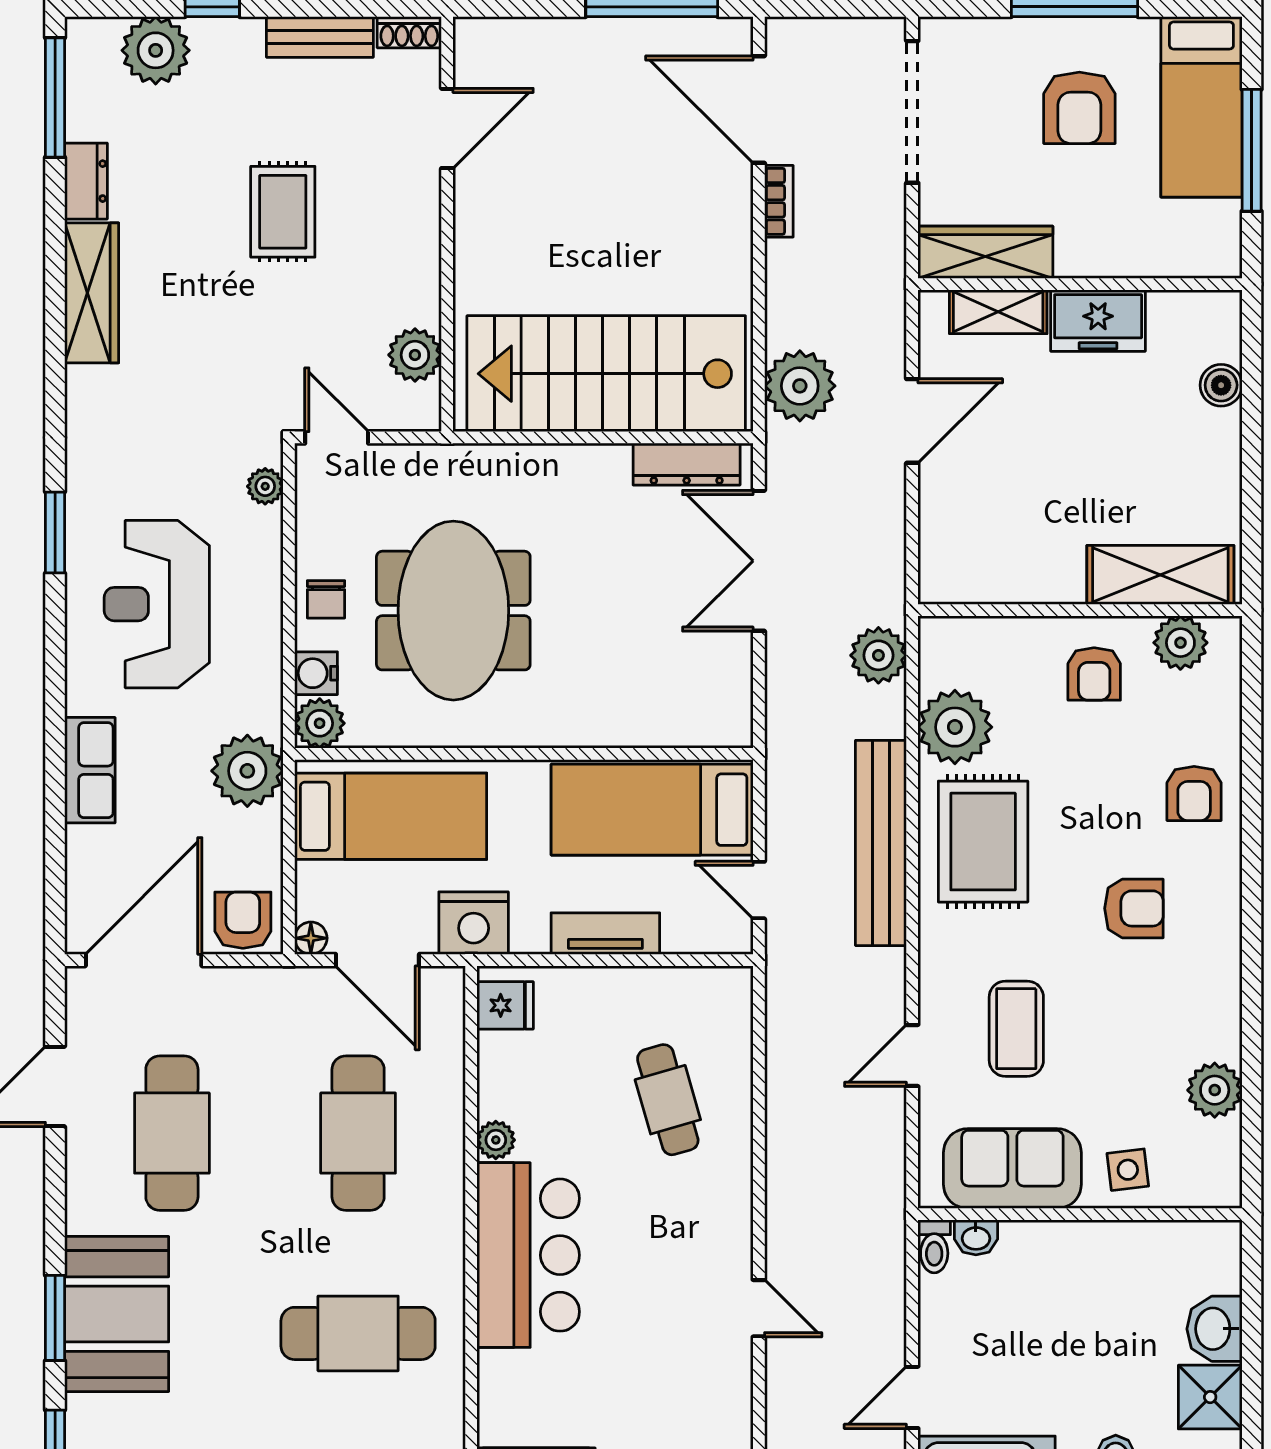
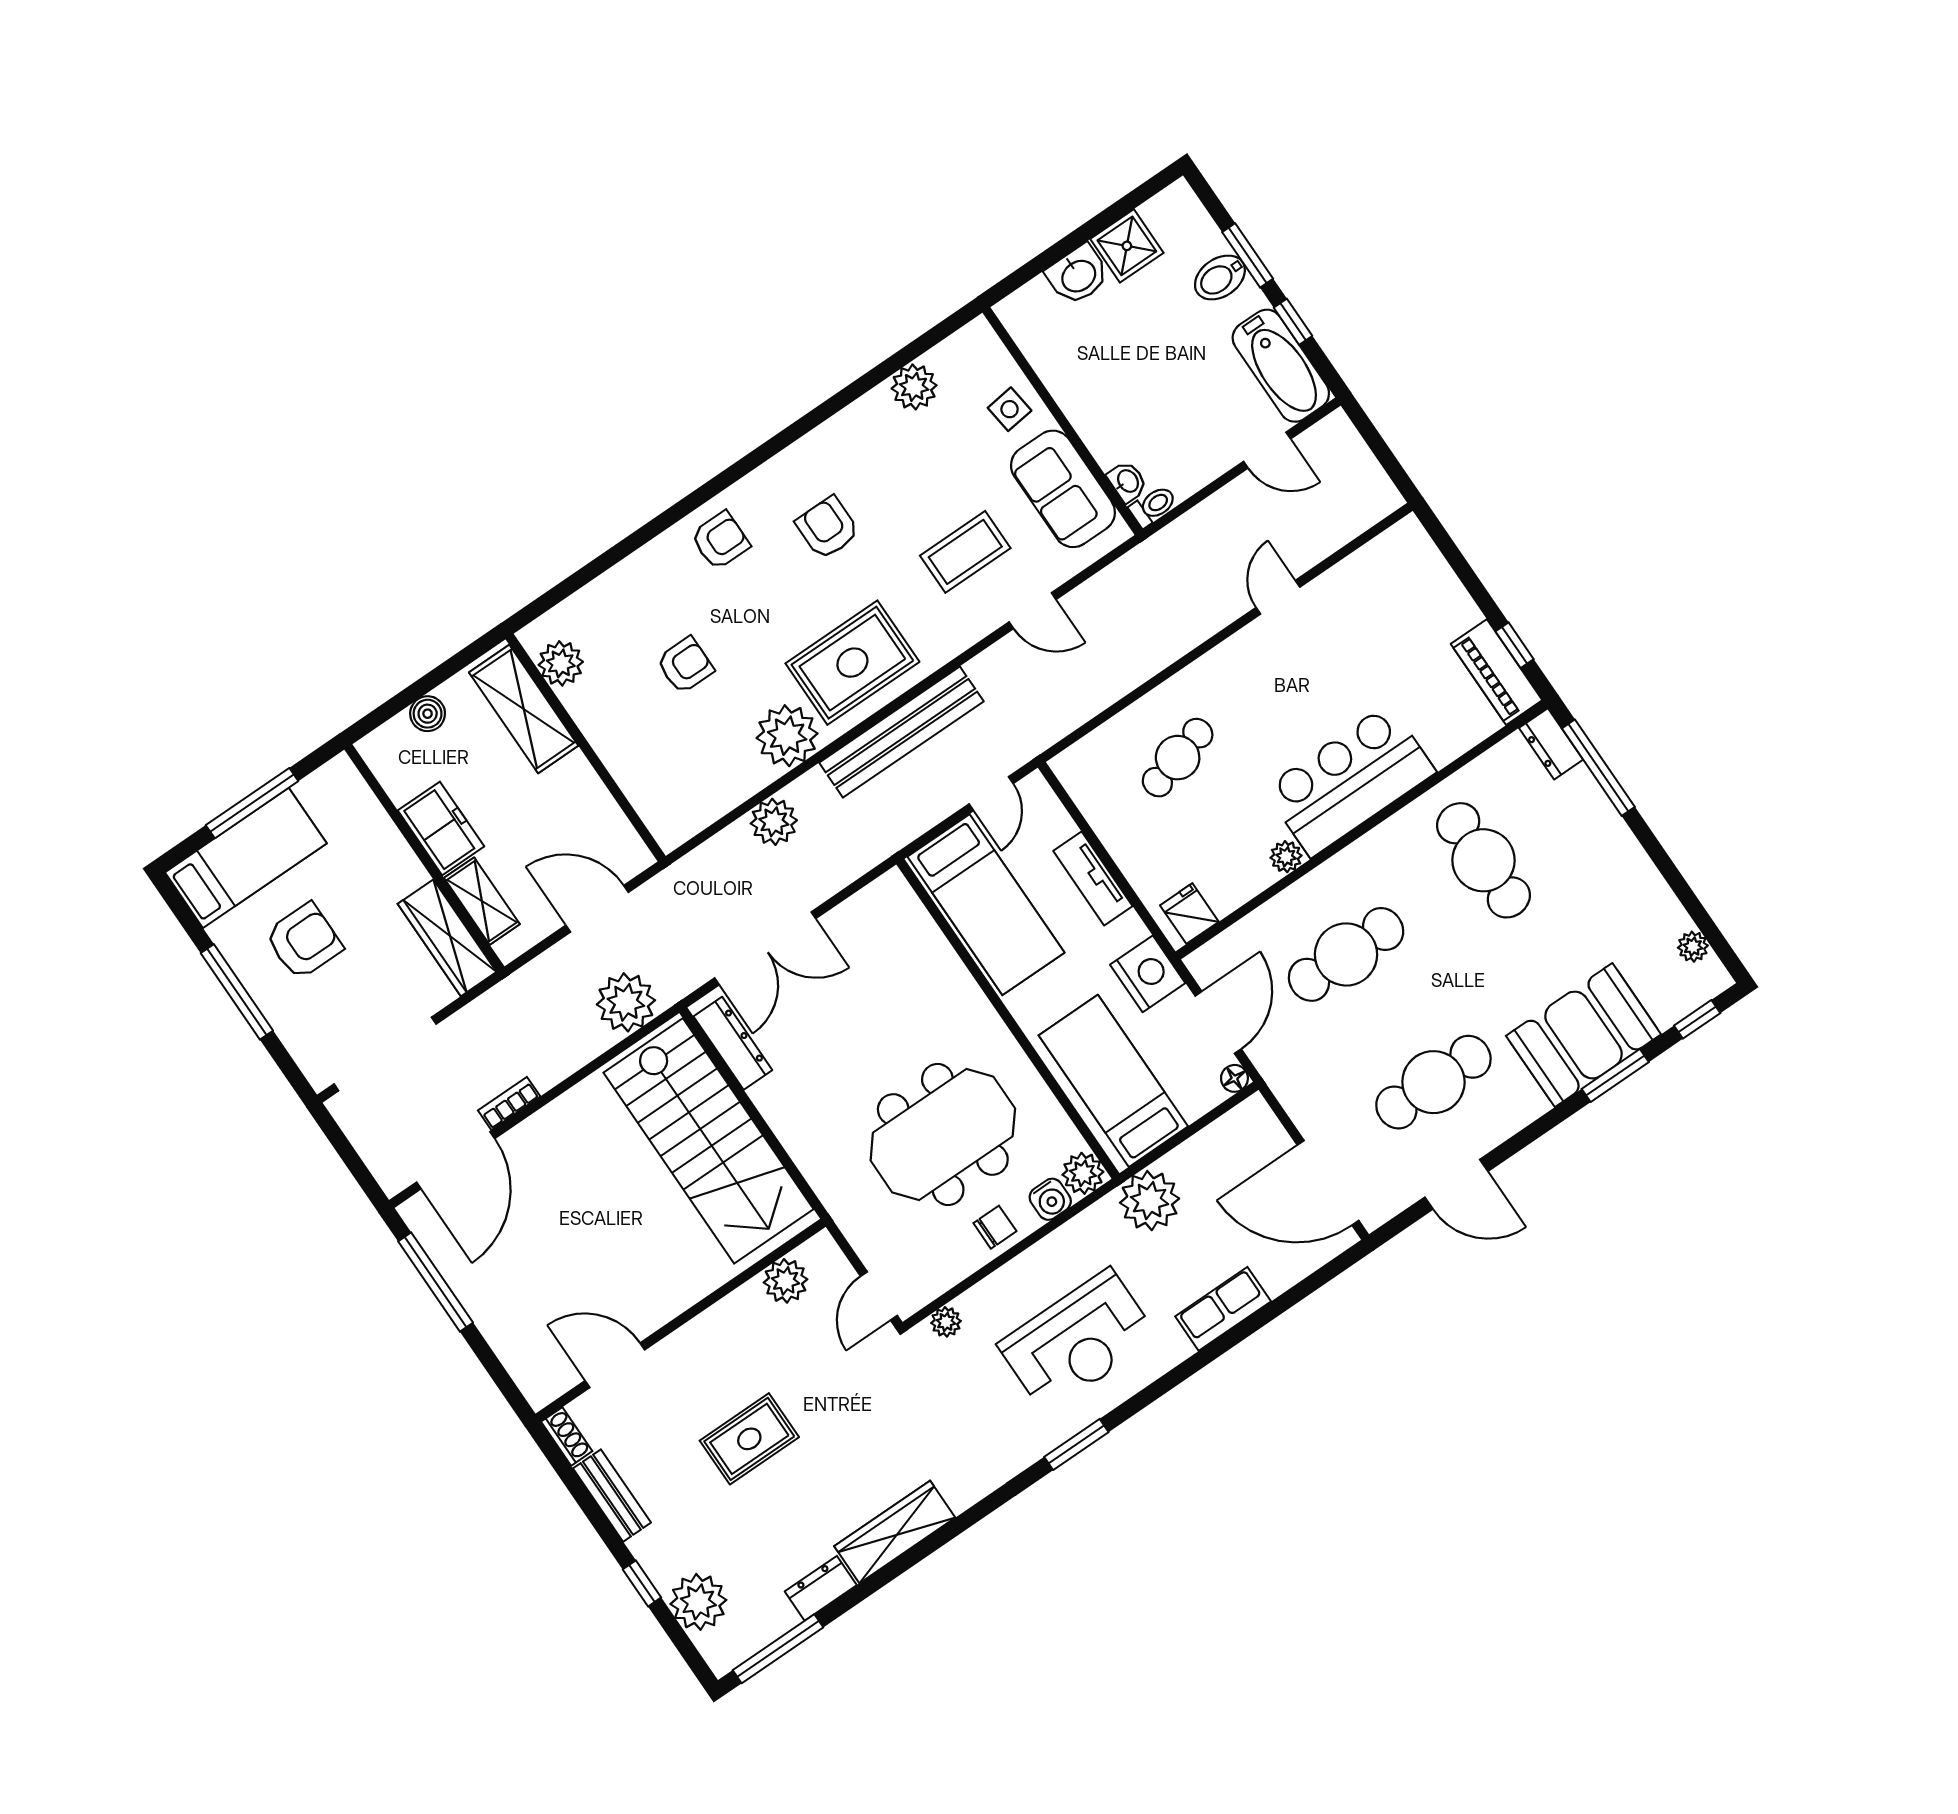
shelving: (1160, 575) -> (524, 709), moved
wall: (1080, 610) -> (586, 748), moved
plant: (1180, 643) -> (561, 663), moved
armchair: (243, 920) -> (1254, 1133), removed

